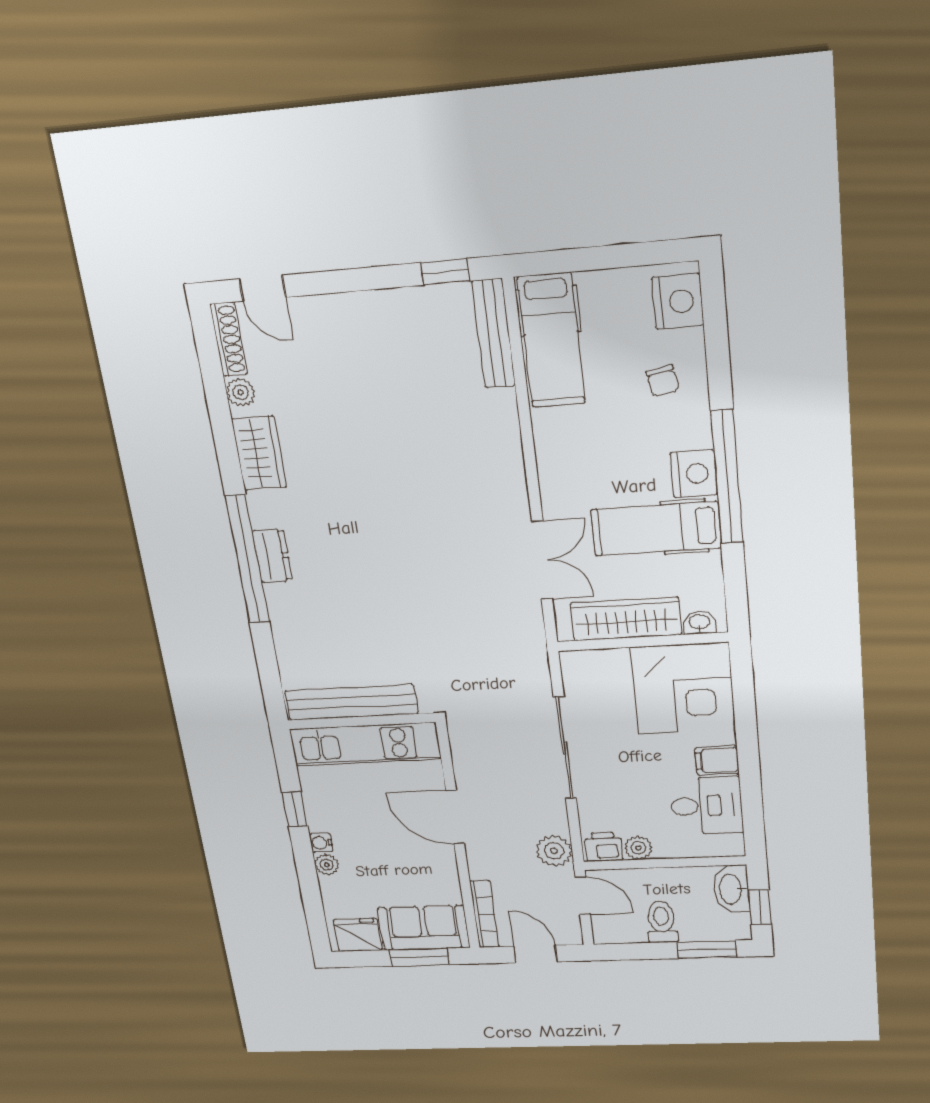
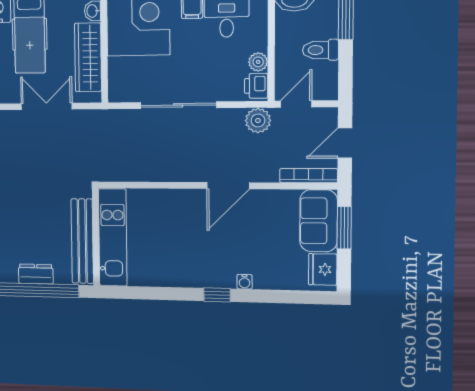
bench: (351, 702) -> (82, 241), moved
wall: (361, 721) -> (96, 237), moved
kitchen unit: (365, 744) -> (113, 237), moved
plant: (327, 865) -> (262, 281), removed

